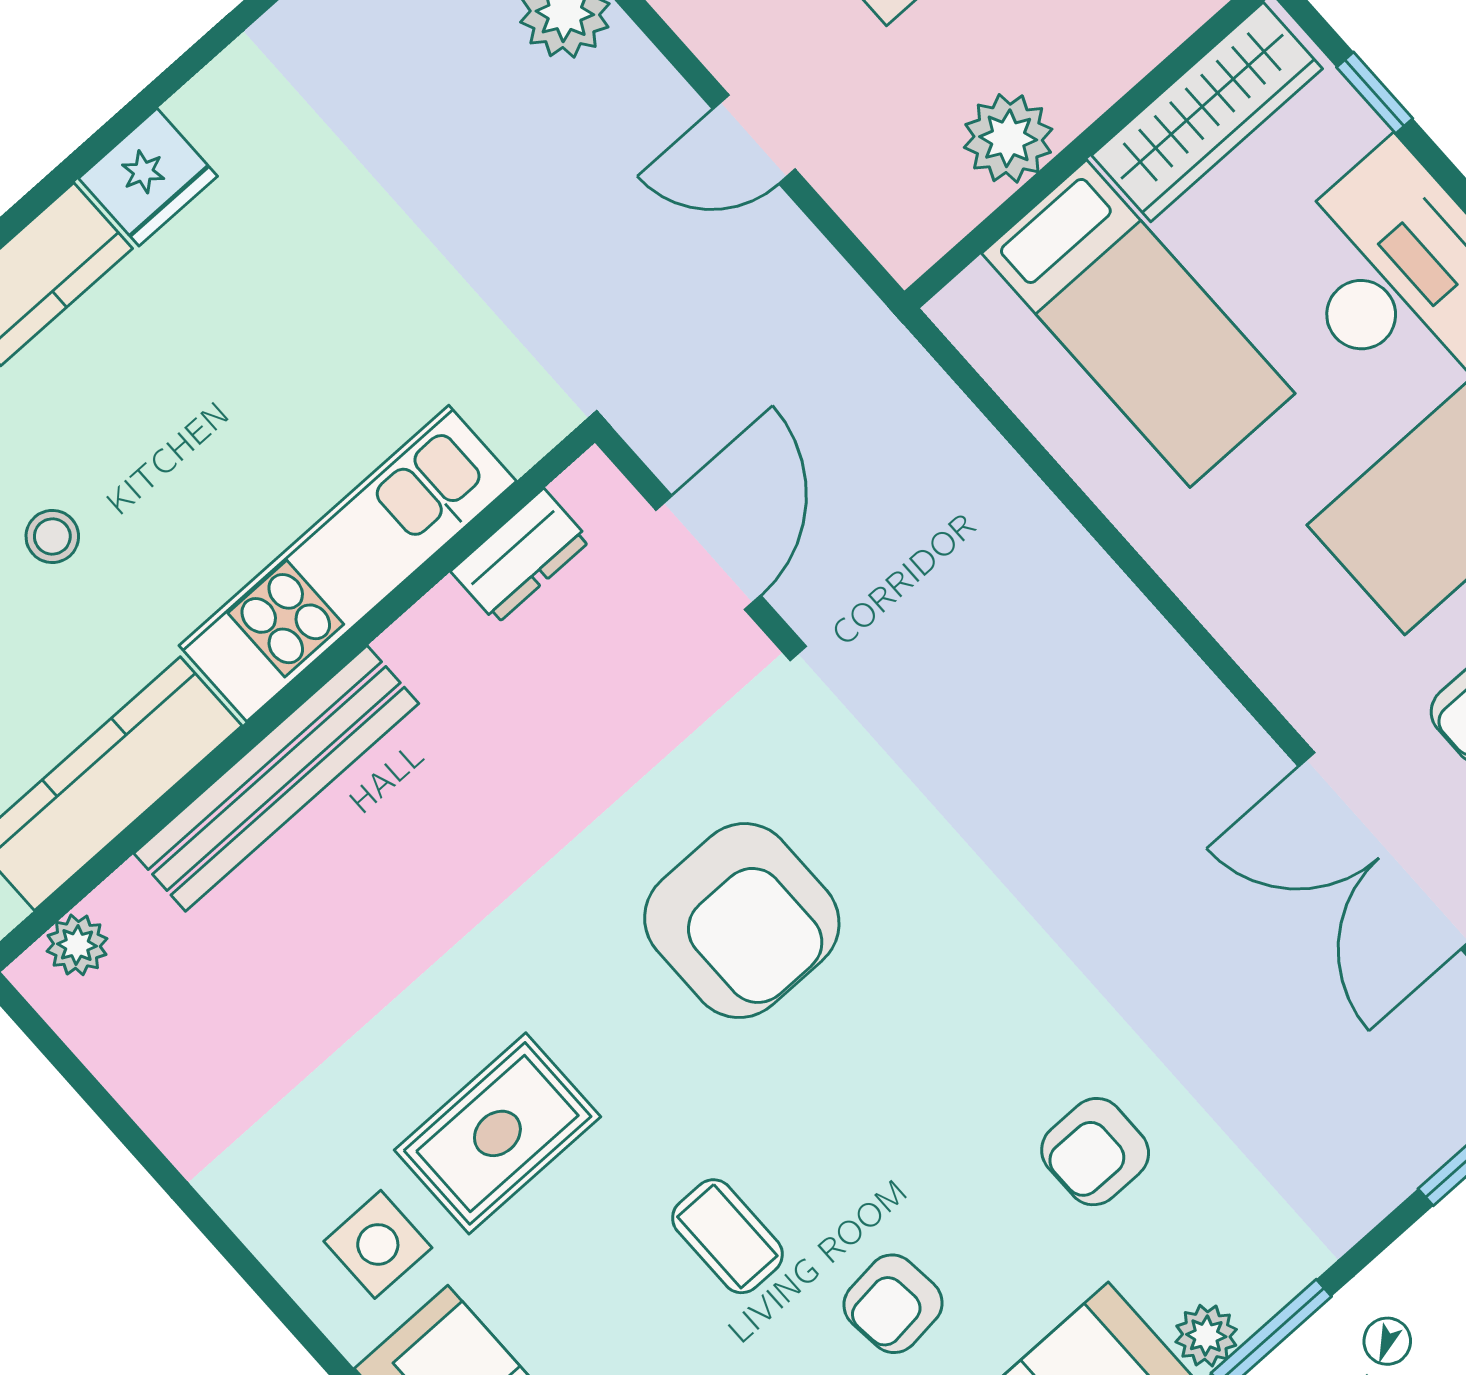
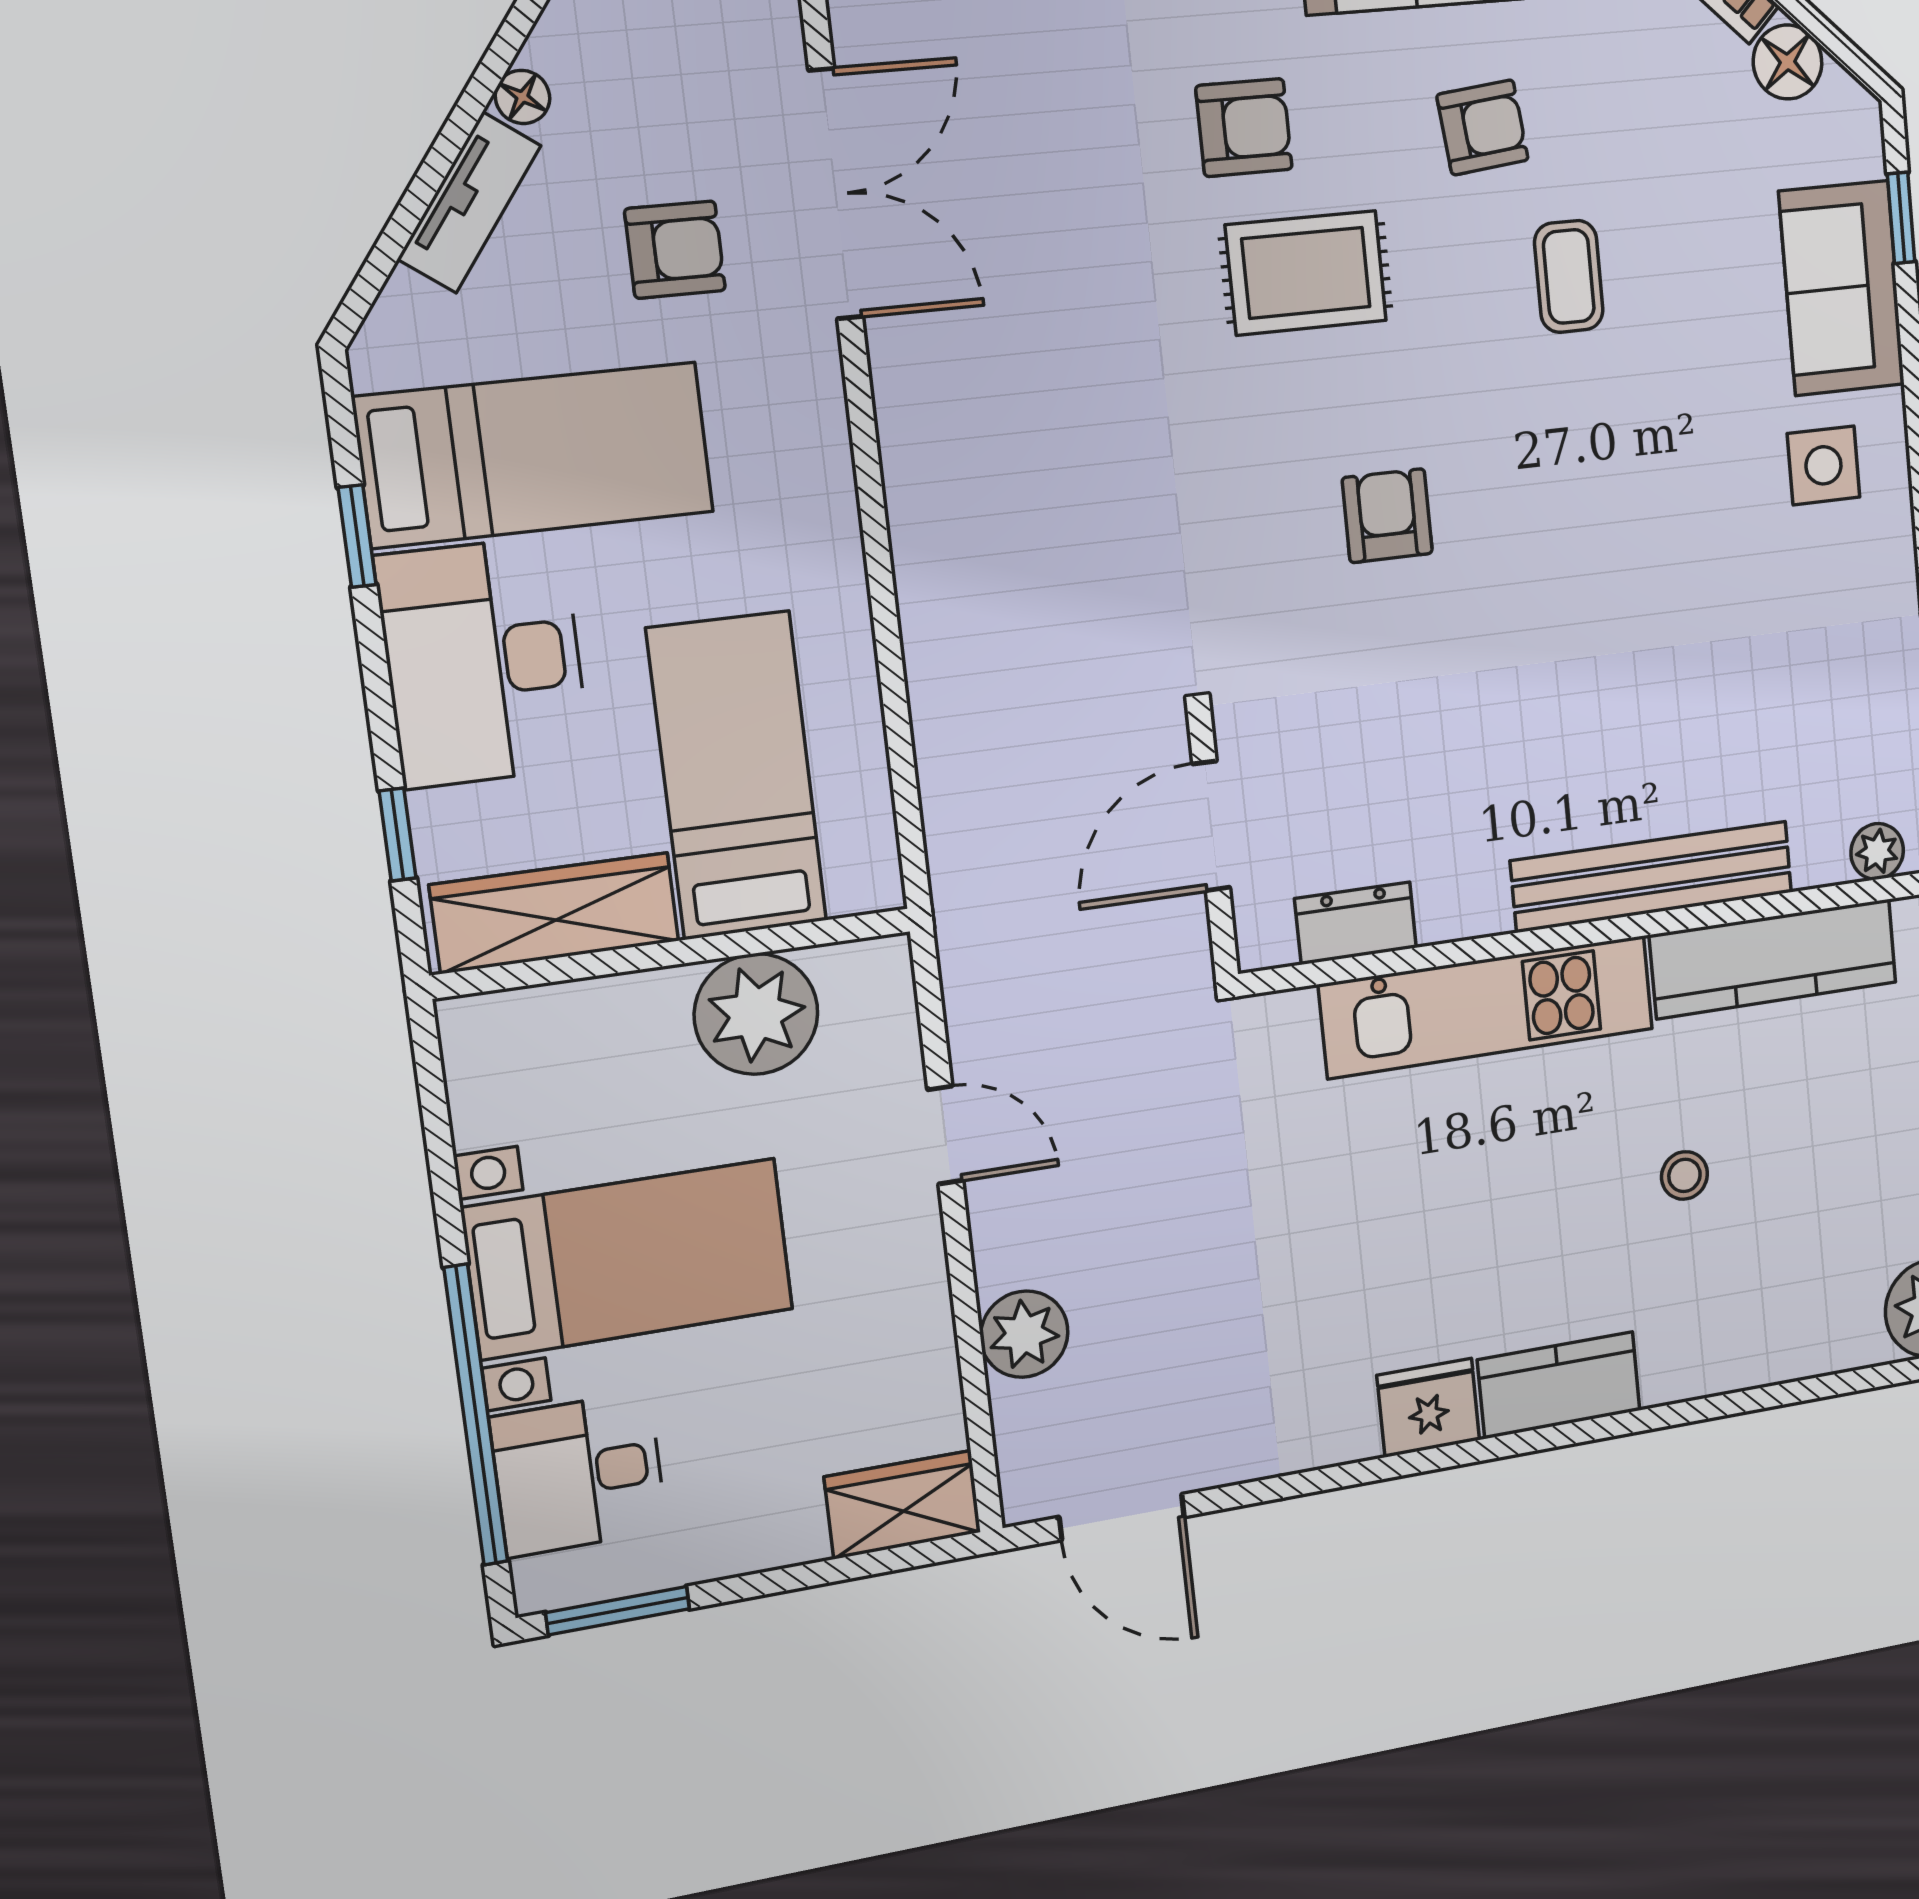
plant: (1008, 138) -> (756, 1014), width x1.36, depth x1.36
armchair: (742, 921) -> (1387, 516), width x0.53, depth x0.53
rug: (497, 1133) -> (1306, 273), moved

